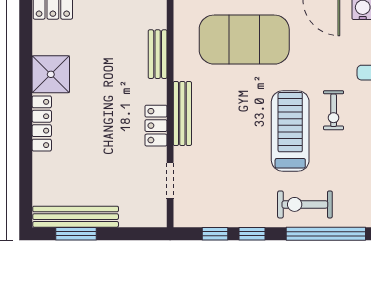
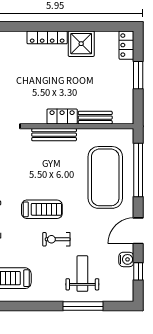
locker: (156, 126) -> (62, 116), moved
treadmill: (290, 131) -> (42, 209), width x0.73, depth x0.73

